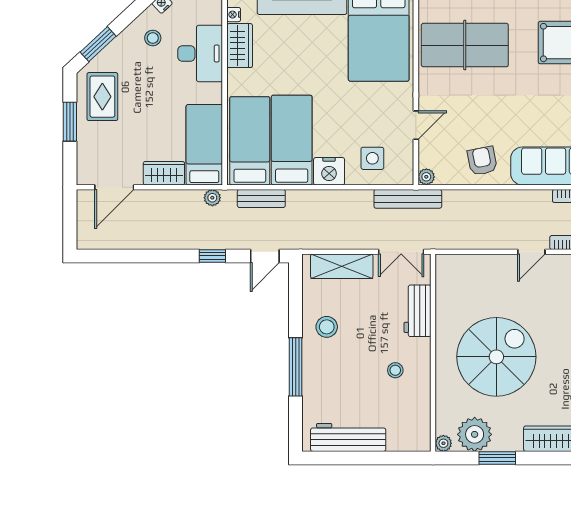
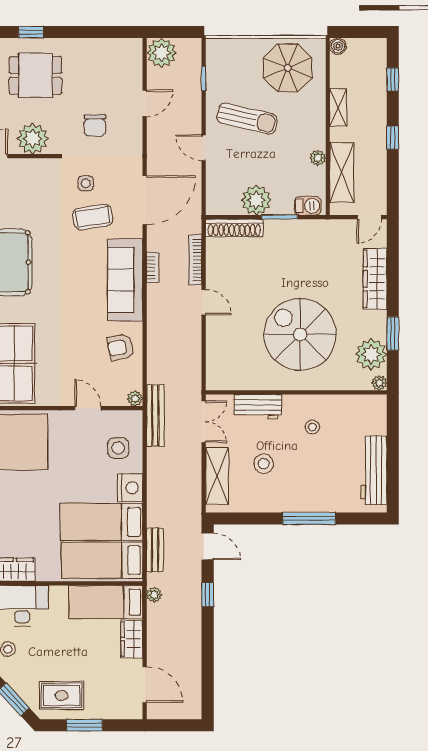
stool: (327, 327) -> (264, 464), moved

